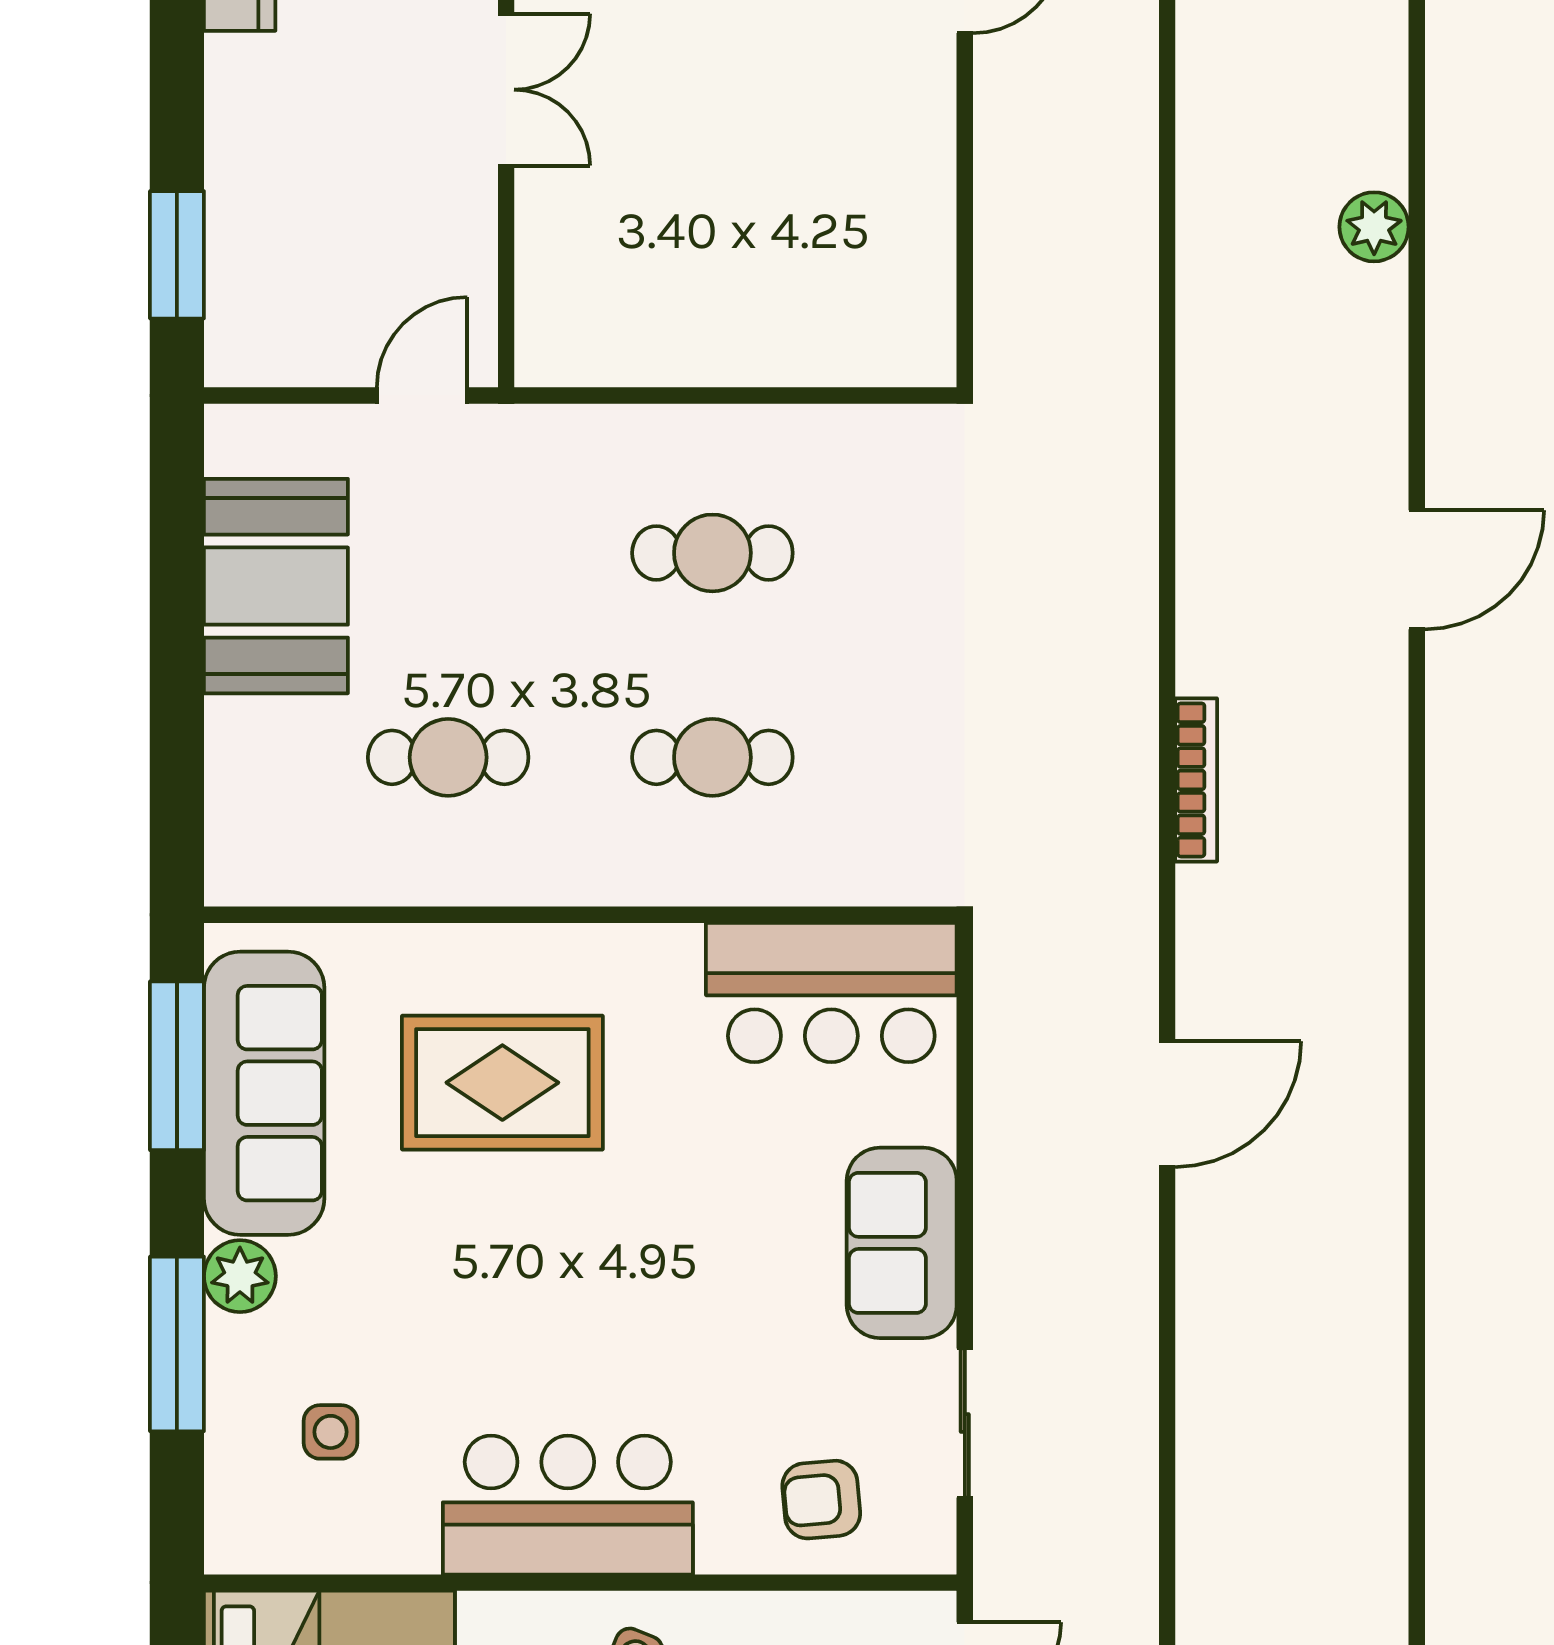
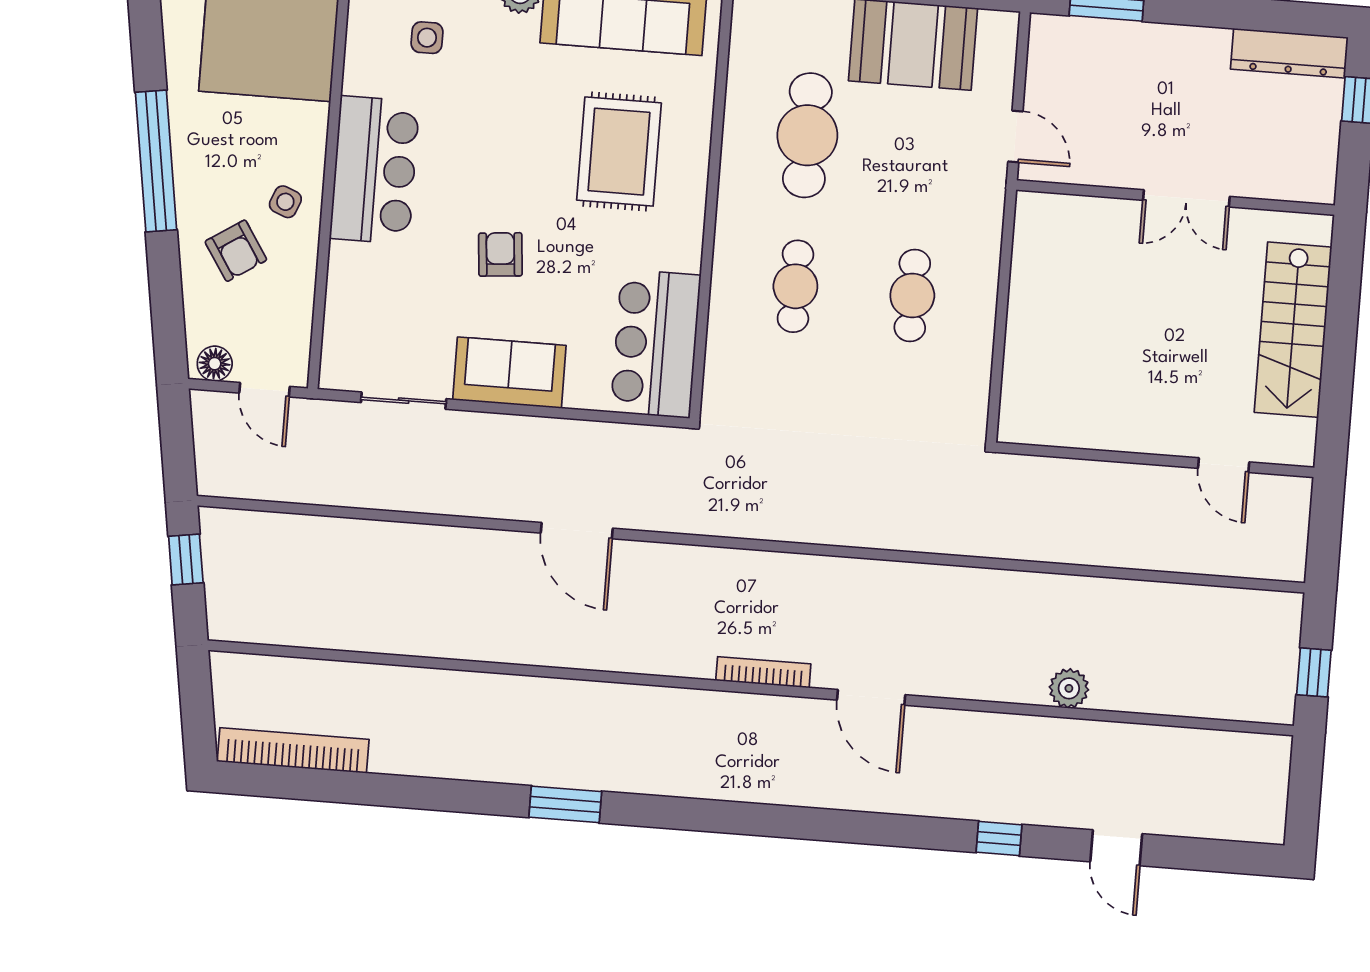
cafe table: (448, 757) -> (807, 135), width x1.37, depth x1.35
bookcase: (1196, 780) -> (763, 672), moved, turned 180
armchair: (821, 1500) -> (500, 254), moved

